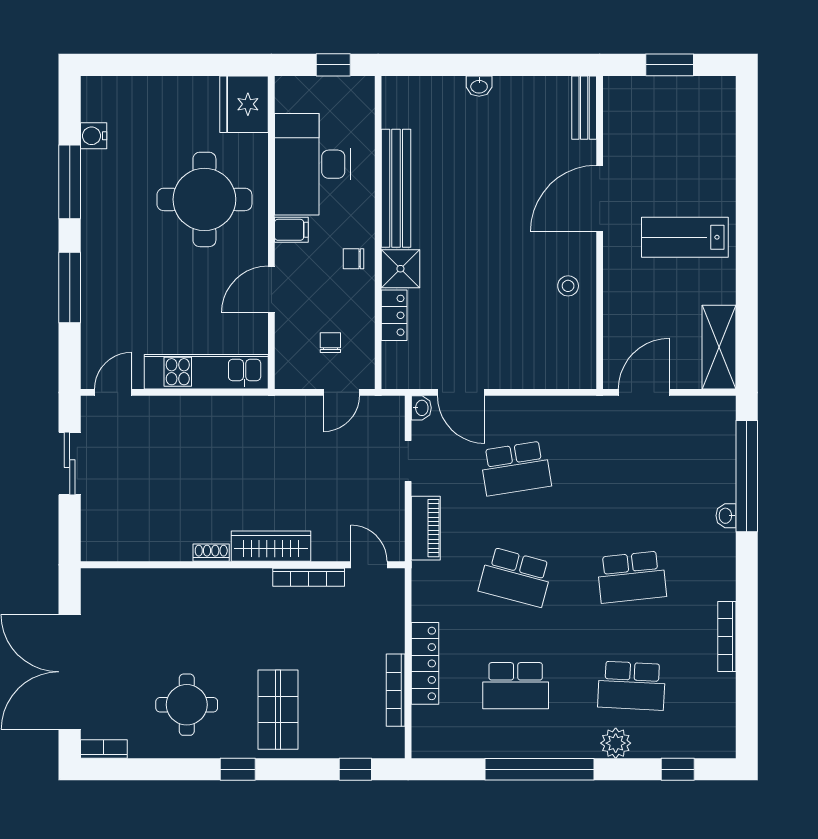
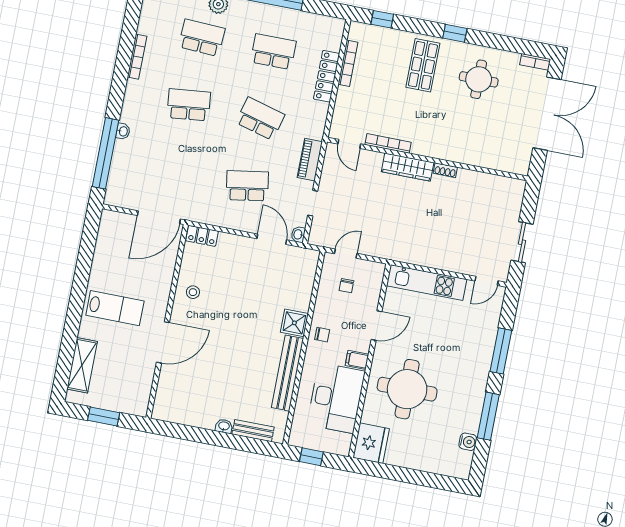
bench: (584, 108) -> (253, 431), moved, turned 90
locker: (394, 315) -> (202, 236), moved, turned -90
shelving: (719, 347) -> (82, 365), moved
door: (644, 392) -> (159, 217), width x1.36

